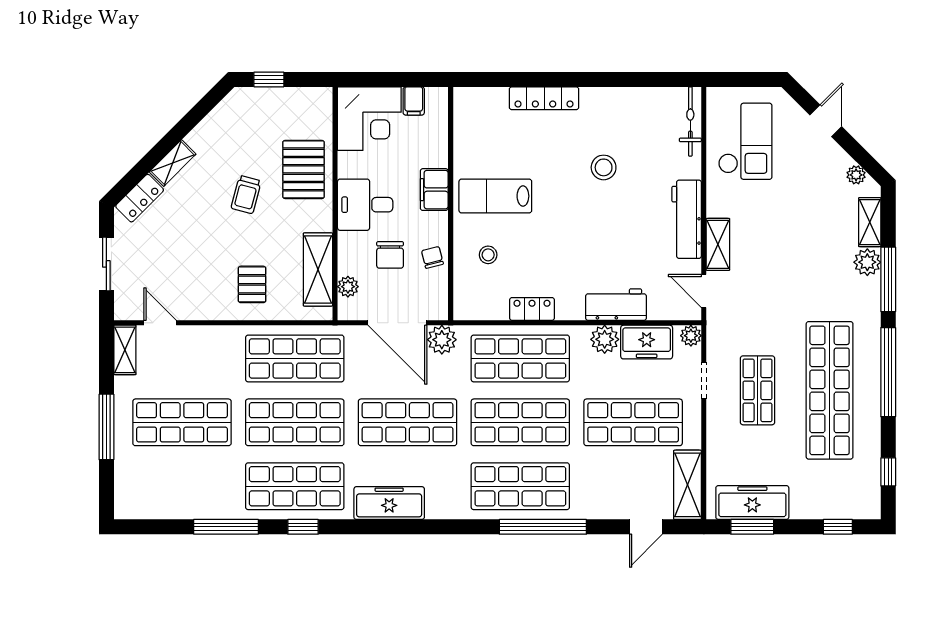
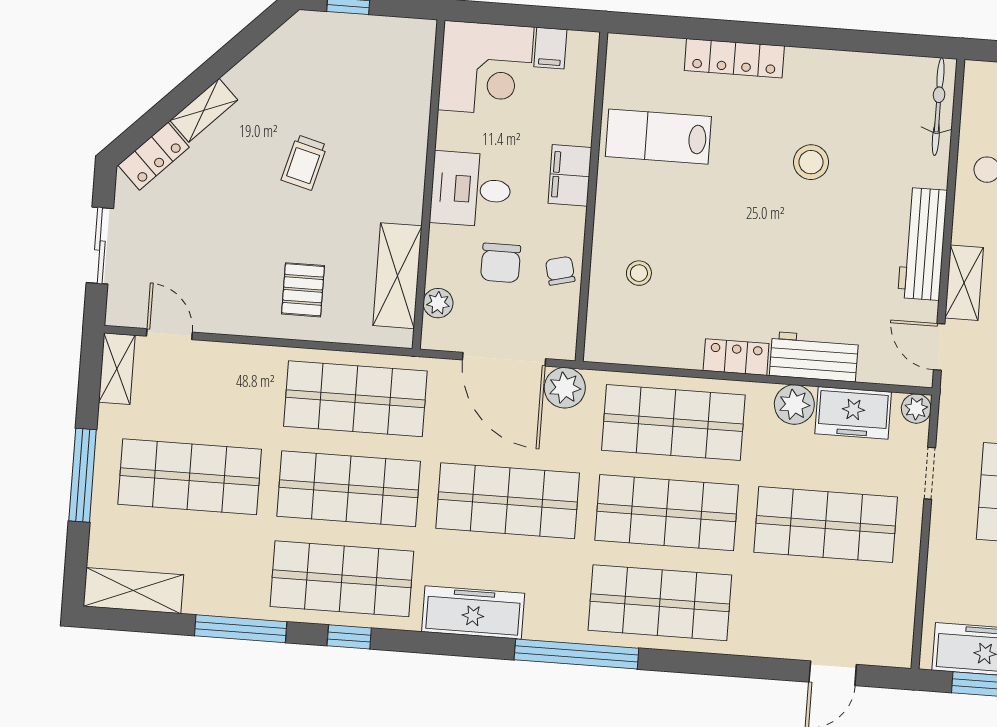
pallet: (303, 169) -> (388, 133), removed
lab bench: (495, 196) -> (658, 137), moved
locker: (532, 309) -> (736, 357), moved
shelving: (687, 485) -> (133, 591), moved, turned 90
window: (543, 527) -> (576, 654), moved

